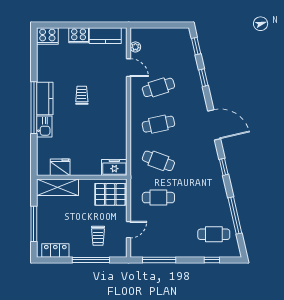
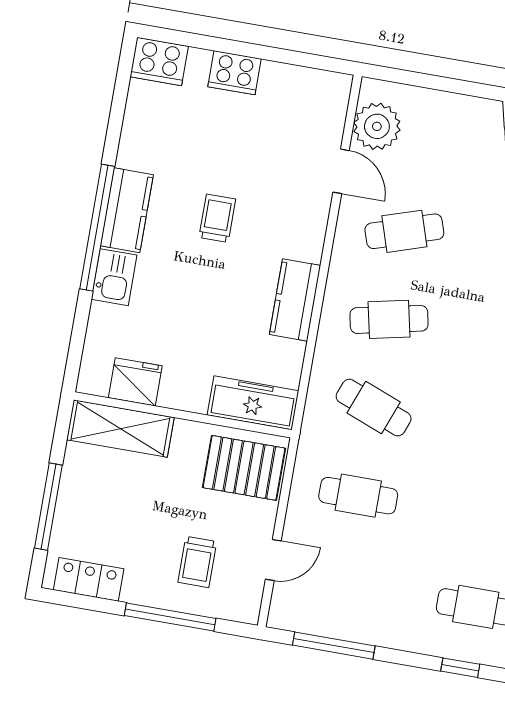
kitchen counter: (105, 36) -> (295, 300), moved, turned 90
plant: (135, 47) -> (377, 126), width x1.88, depth x1.88
freezer: (114, 167) -> (253, 403), width x1.40

